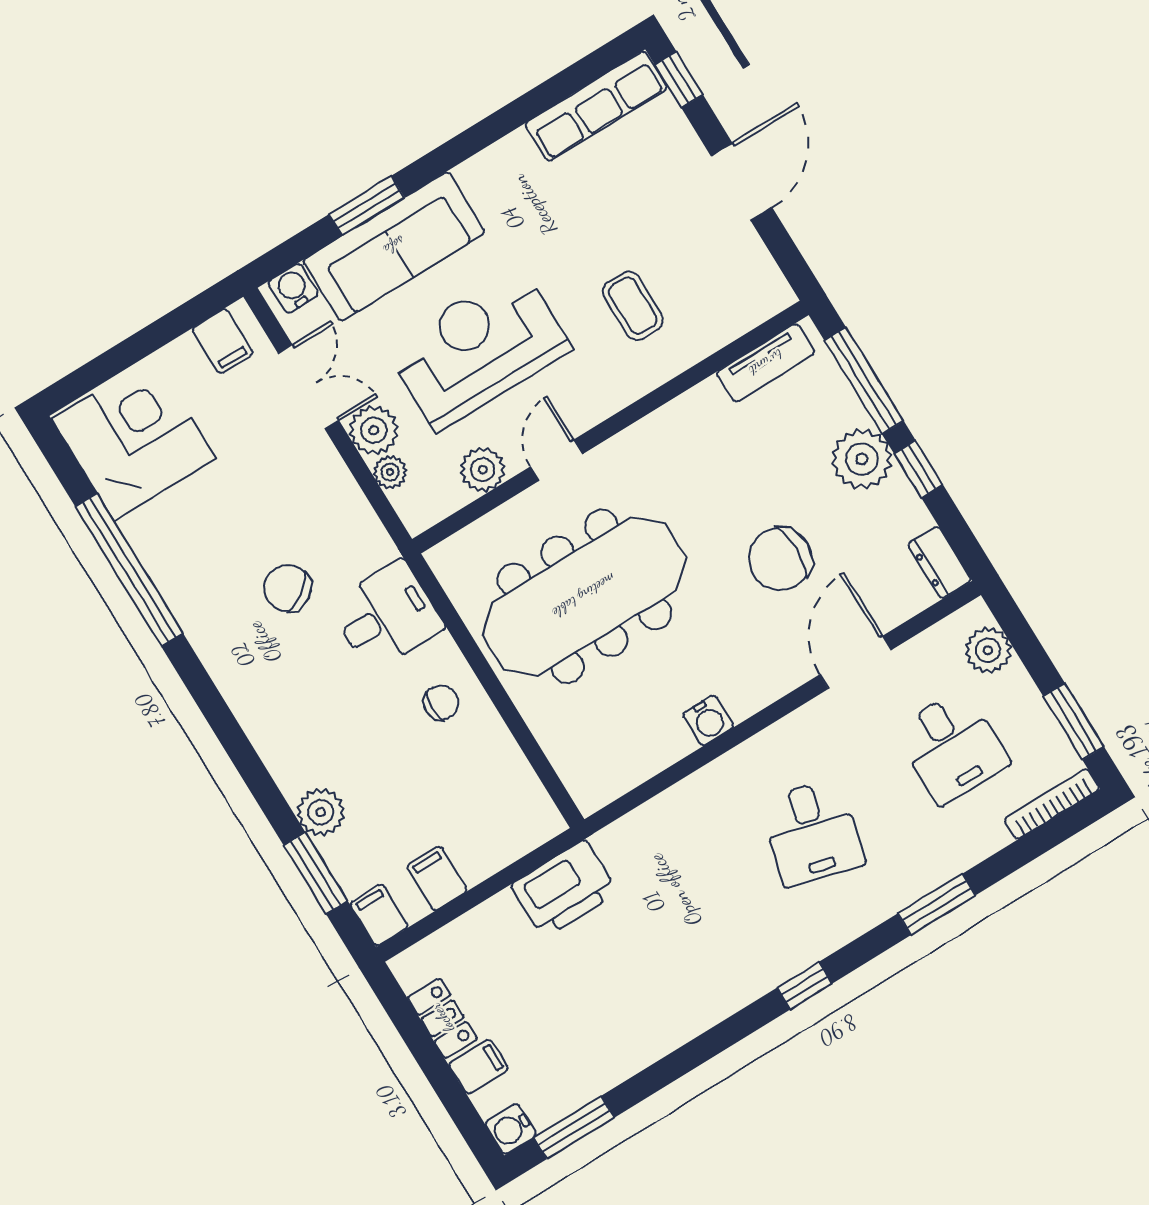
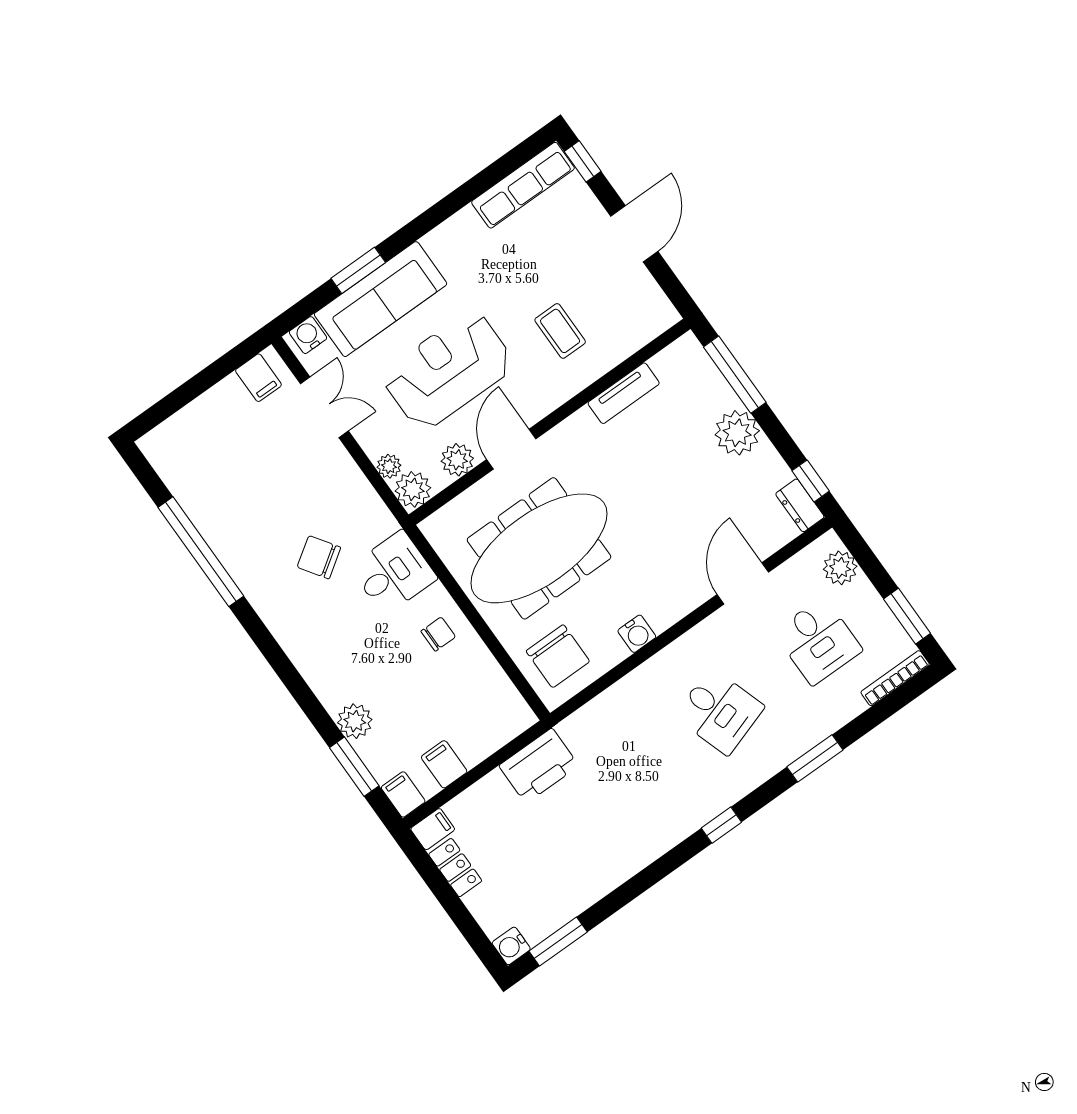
tv unit: (766, 363) -> (624, 393), moved
plant: (374, 430) -> (413, 489), moved
corner desk: (134, 439) -> (198, 454), removed
door: (556, 460) -> (511, 449), width x1.38
window: (918, 469) -> (811, 481), moved
chair: (780, 559) -> (558, 656), moved, turned -90
desk: (812, 832) -> (719, 711), turned -33
filing cabinet: (478, 1067) -> (433, 829), moved

